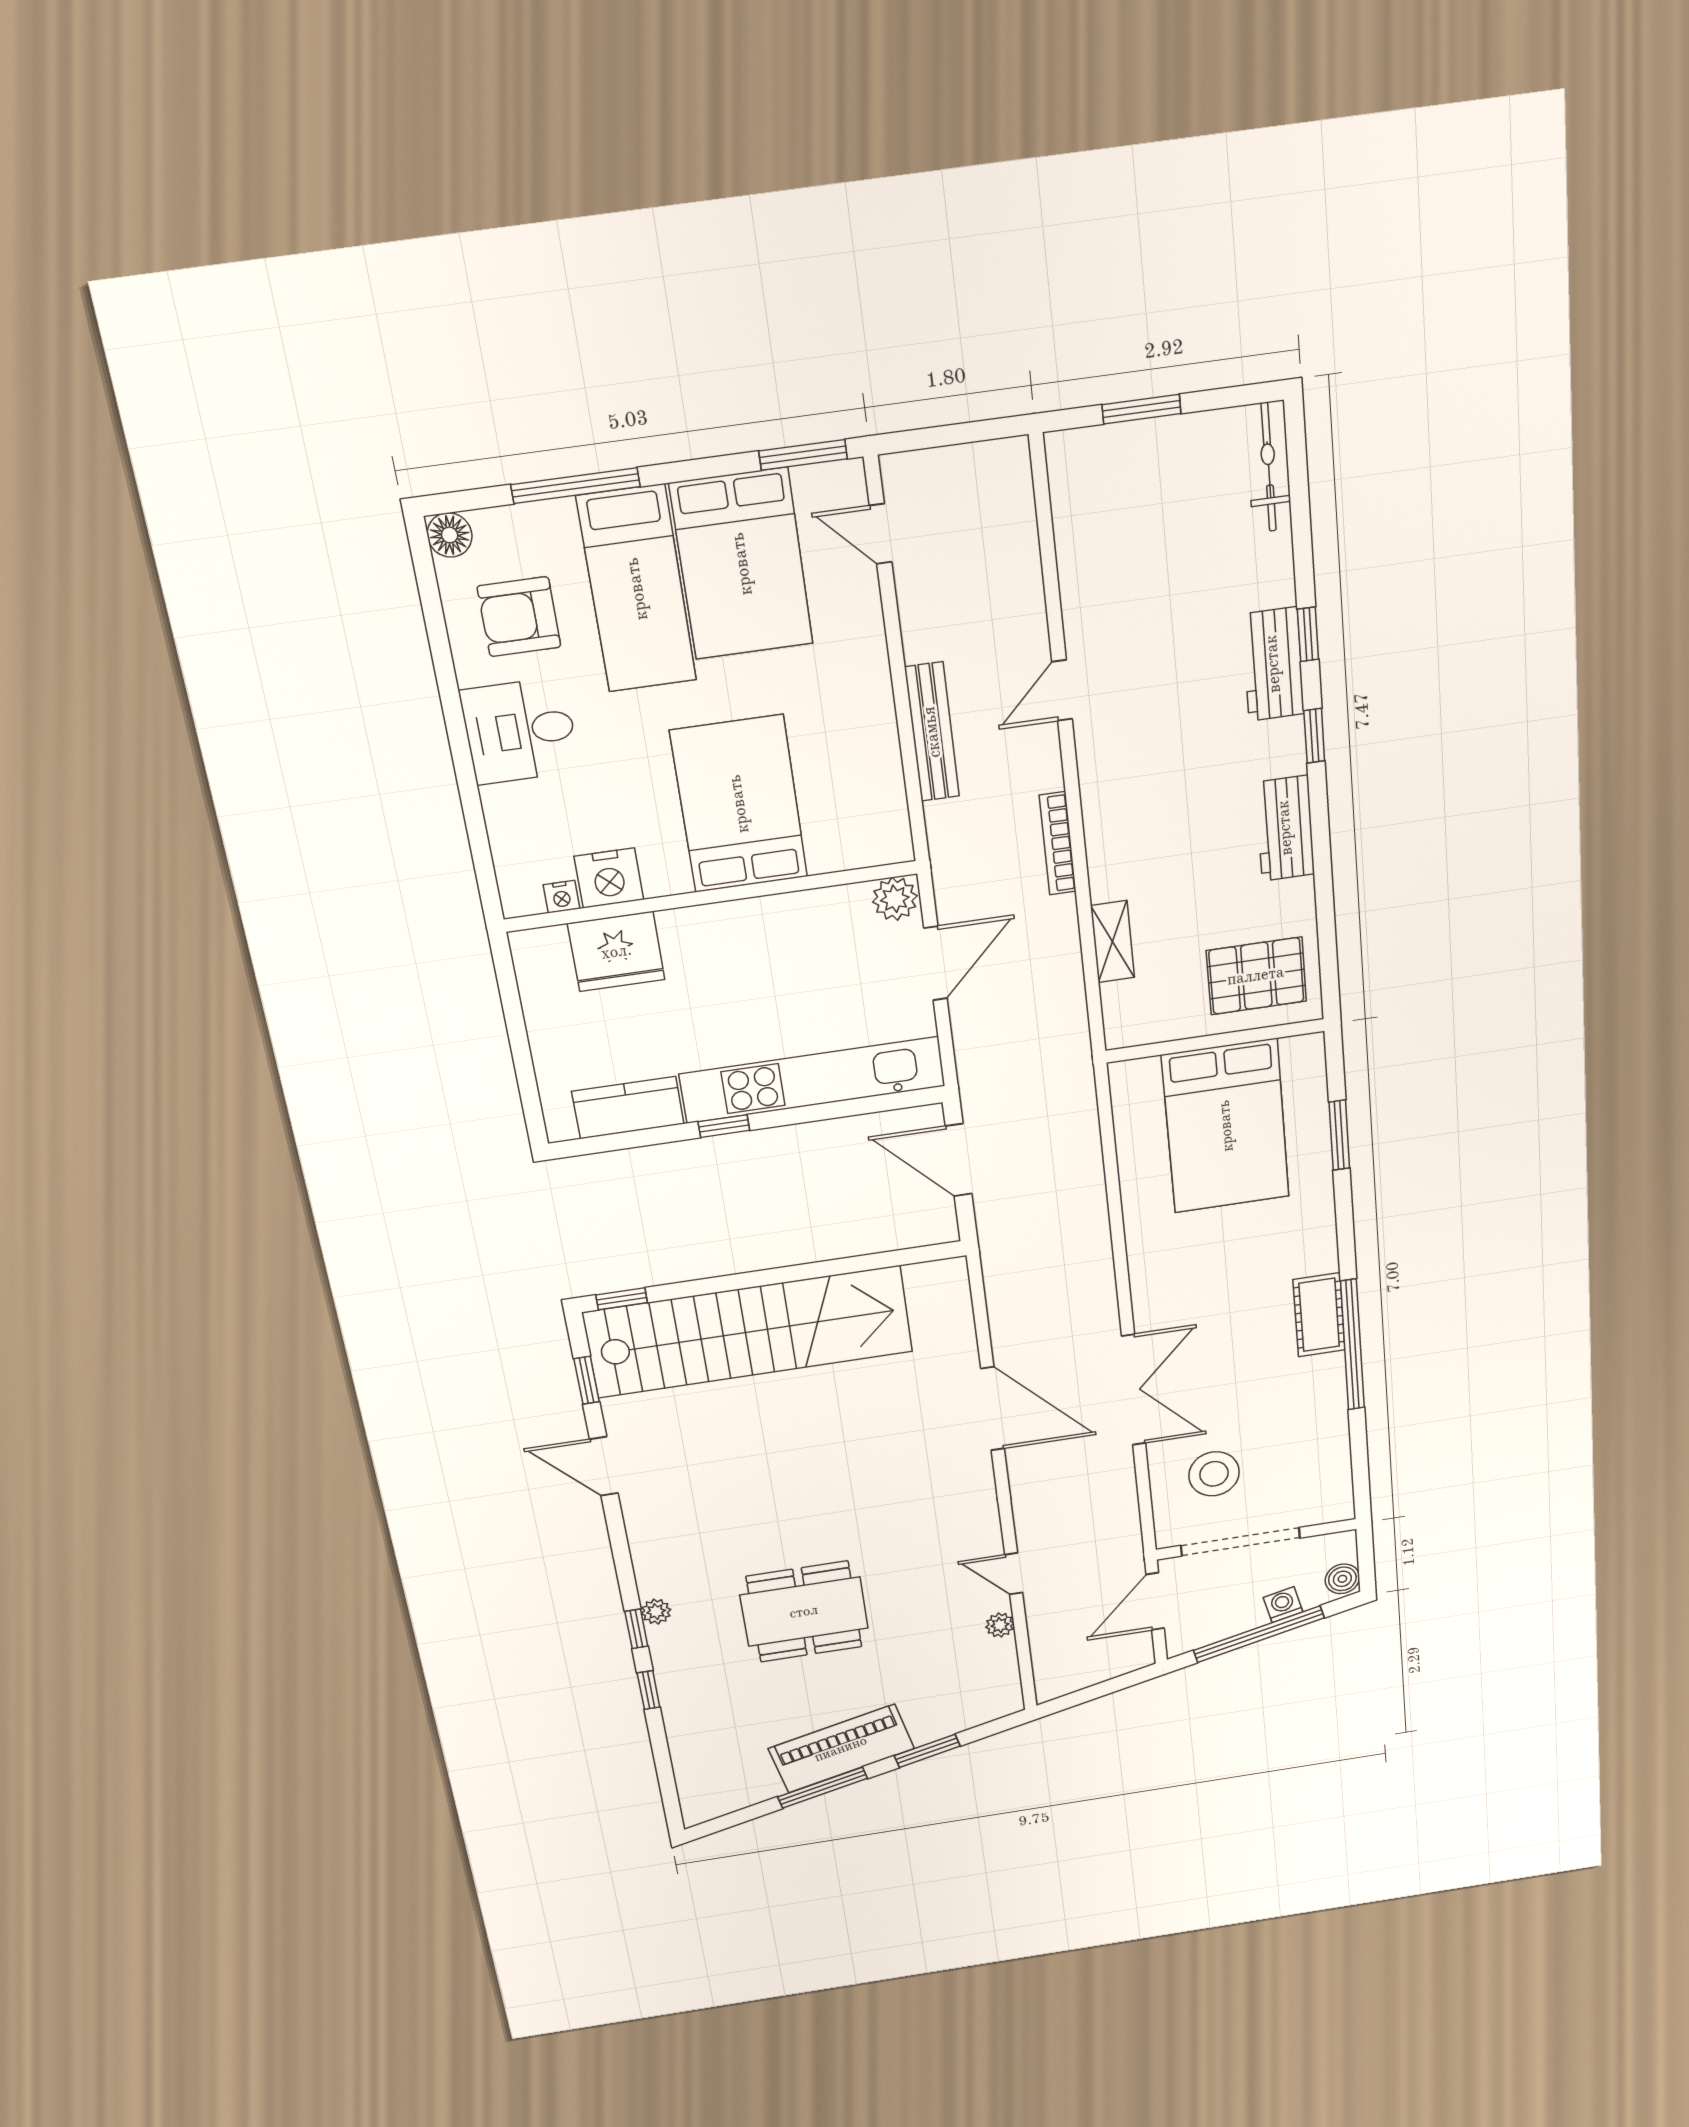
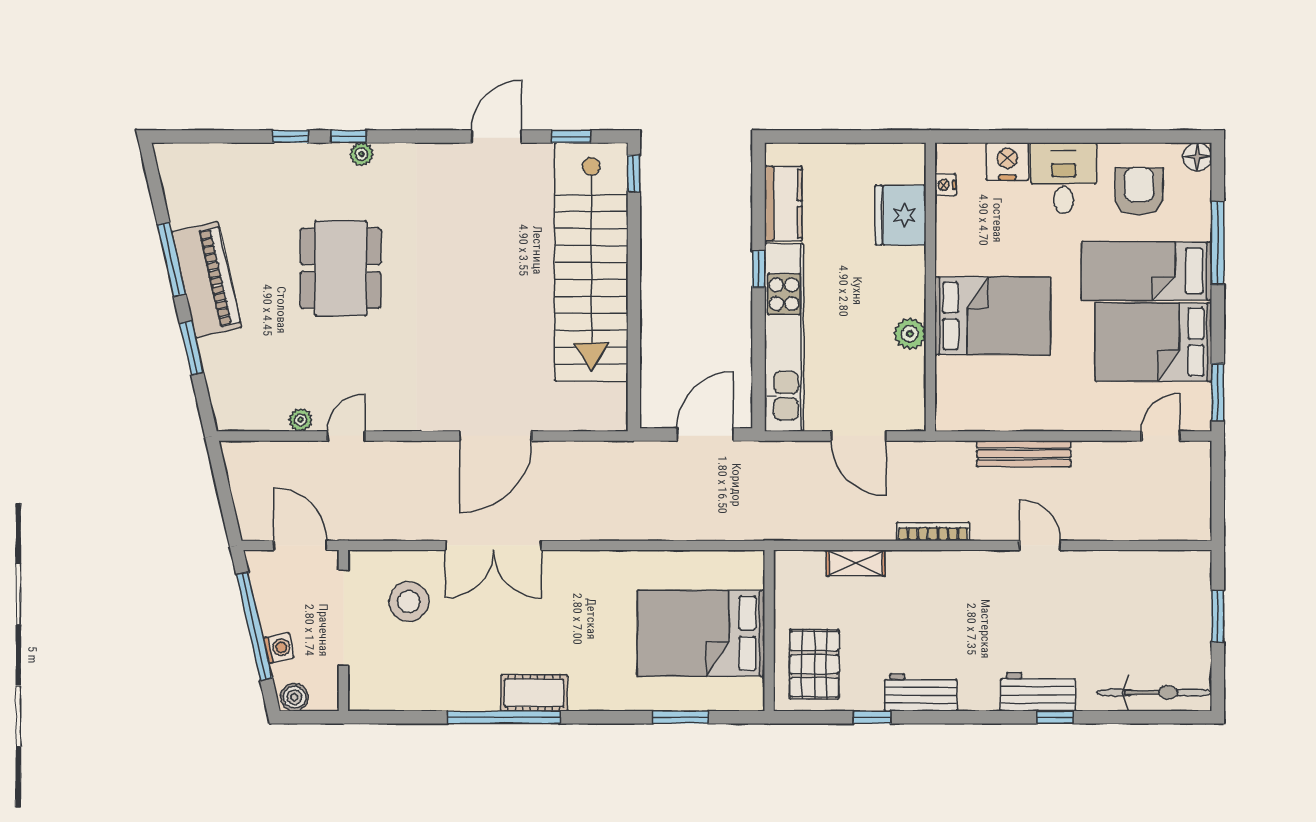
bicycle: (1269, 467) -> (1154, 693), width x1.37, depth x1.40
window: (1314, 736) -> (872, 717), moved
nightstand: (609, 878) -> (1007, 161), moved, turned 90
plant: (895, 899) -> (910, 334), moved

